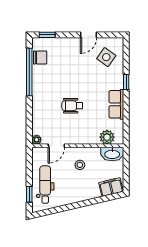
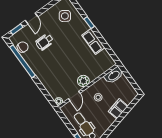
door: (89, 35) -> (31, 19), moved
wheelchair: (72, 106) -> (45, 42), moved
plant: (107, 137) -> (83, 81), moved
filing cabinet: (111, 187) -> (118, 109), moved

